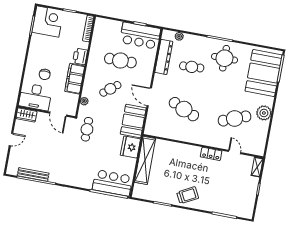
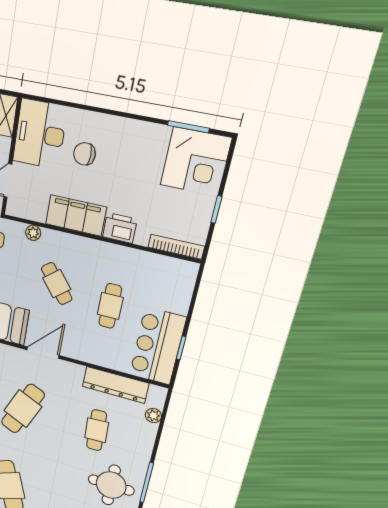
cafe table: (120, 60) -> (110, 306), width x0.73, depth x0.74

